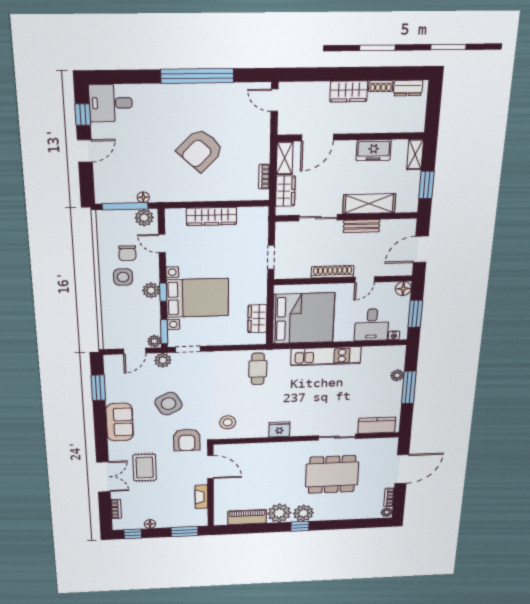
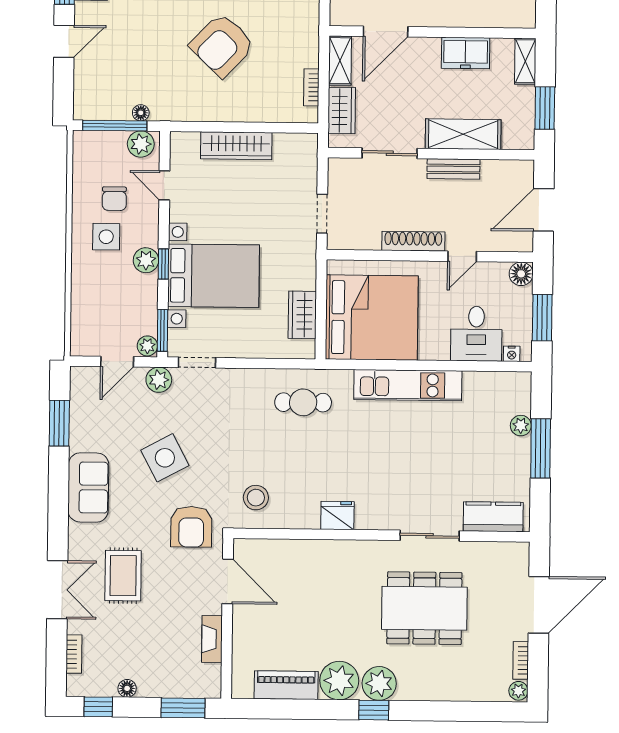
cafe table: (258, 369) -> (303, 402), turned 90

